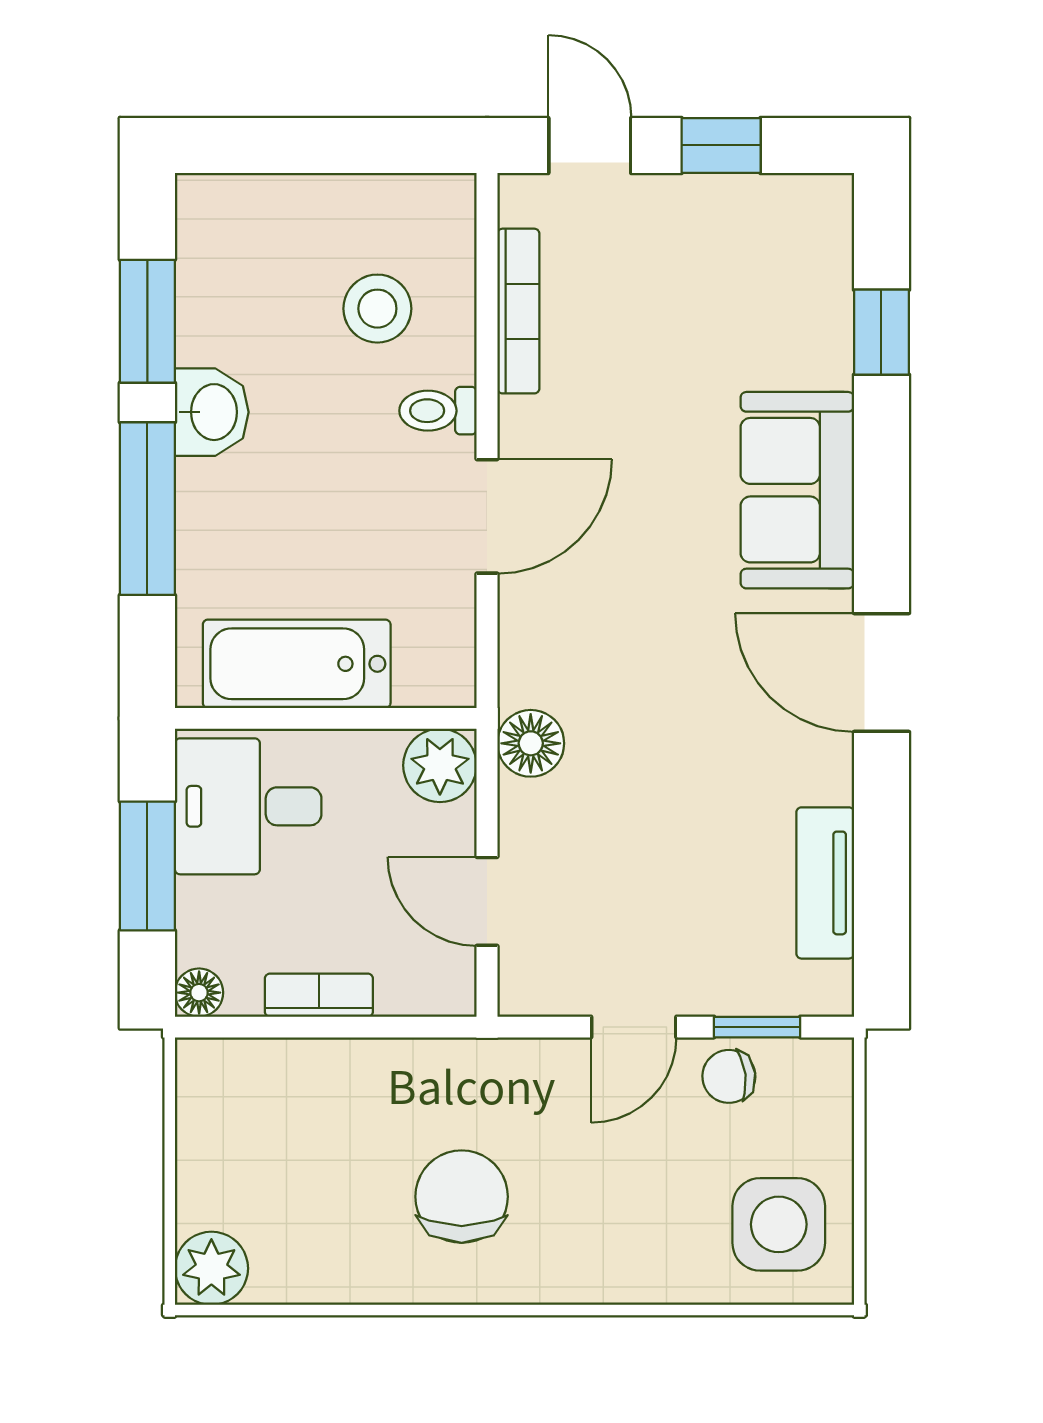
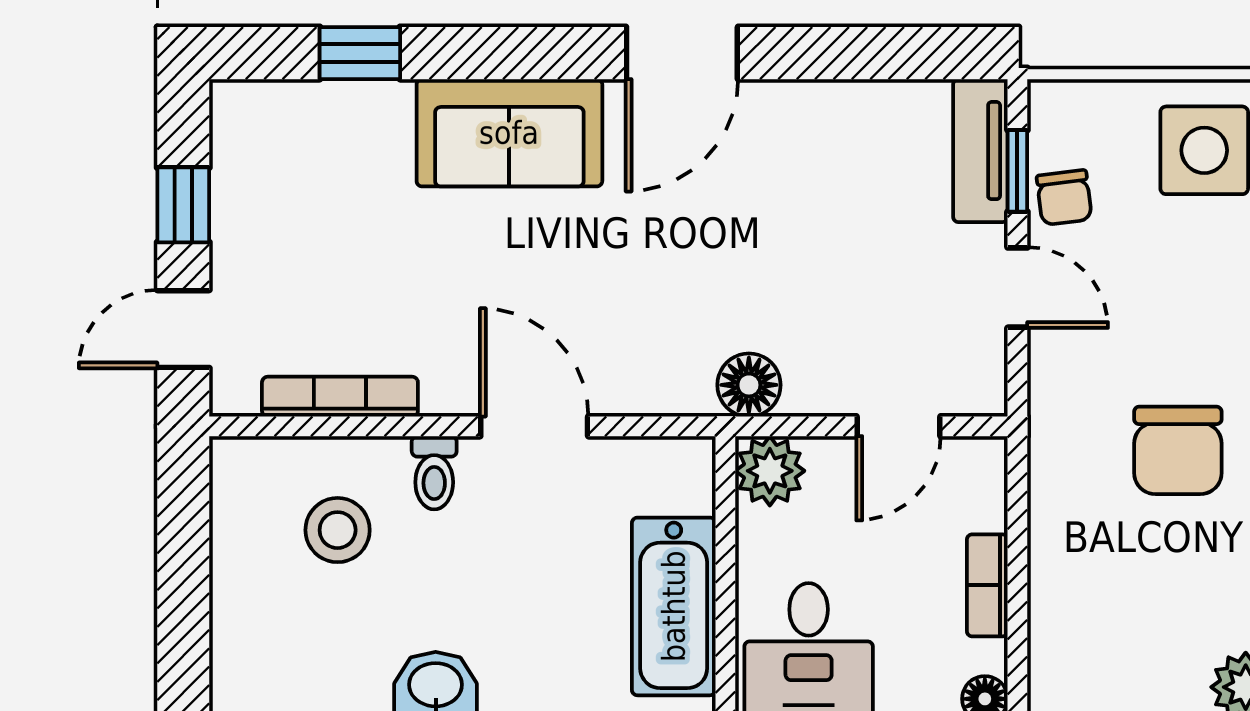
tv unit: (825, 883) -> (980, 151), moved, turned 90
chair: (462, 1197) -> (1178, 450), turned -90

